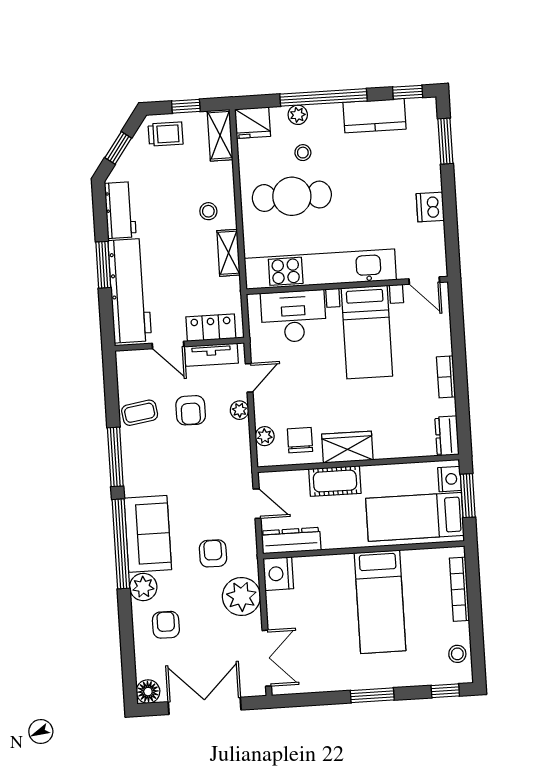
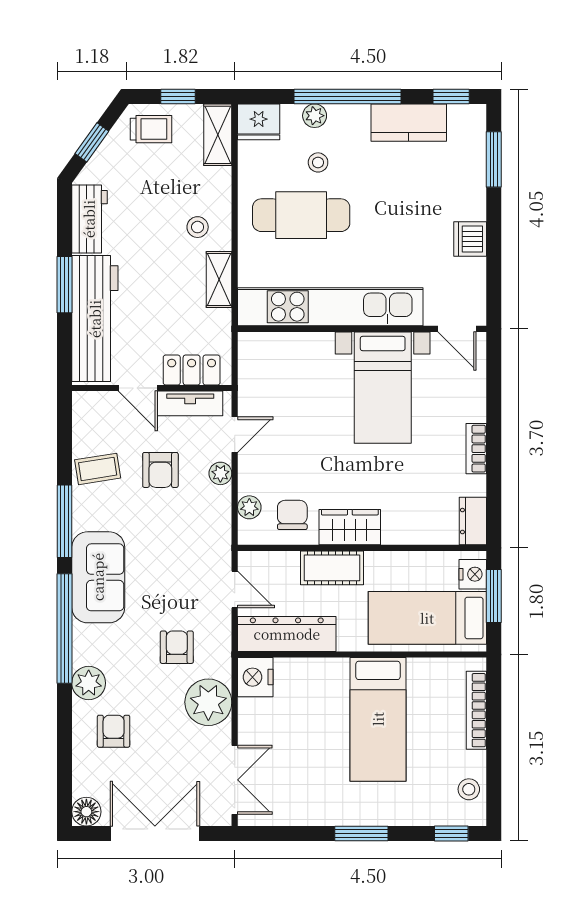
desk: (293, 316) -> (294, 363), removed
sofa: (148, 534) -> (98, 577), moved
dresser: (291, 541) -> (287, 634), width x1.37, depth x1.24

